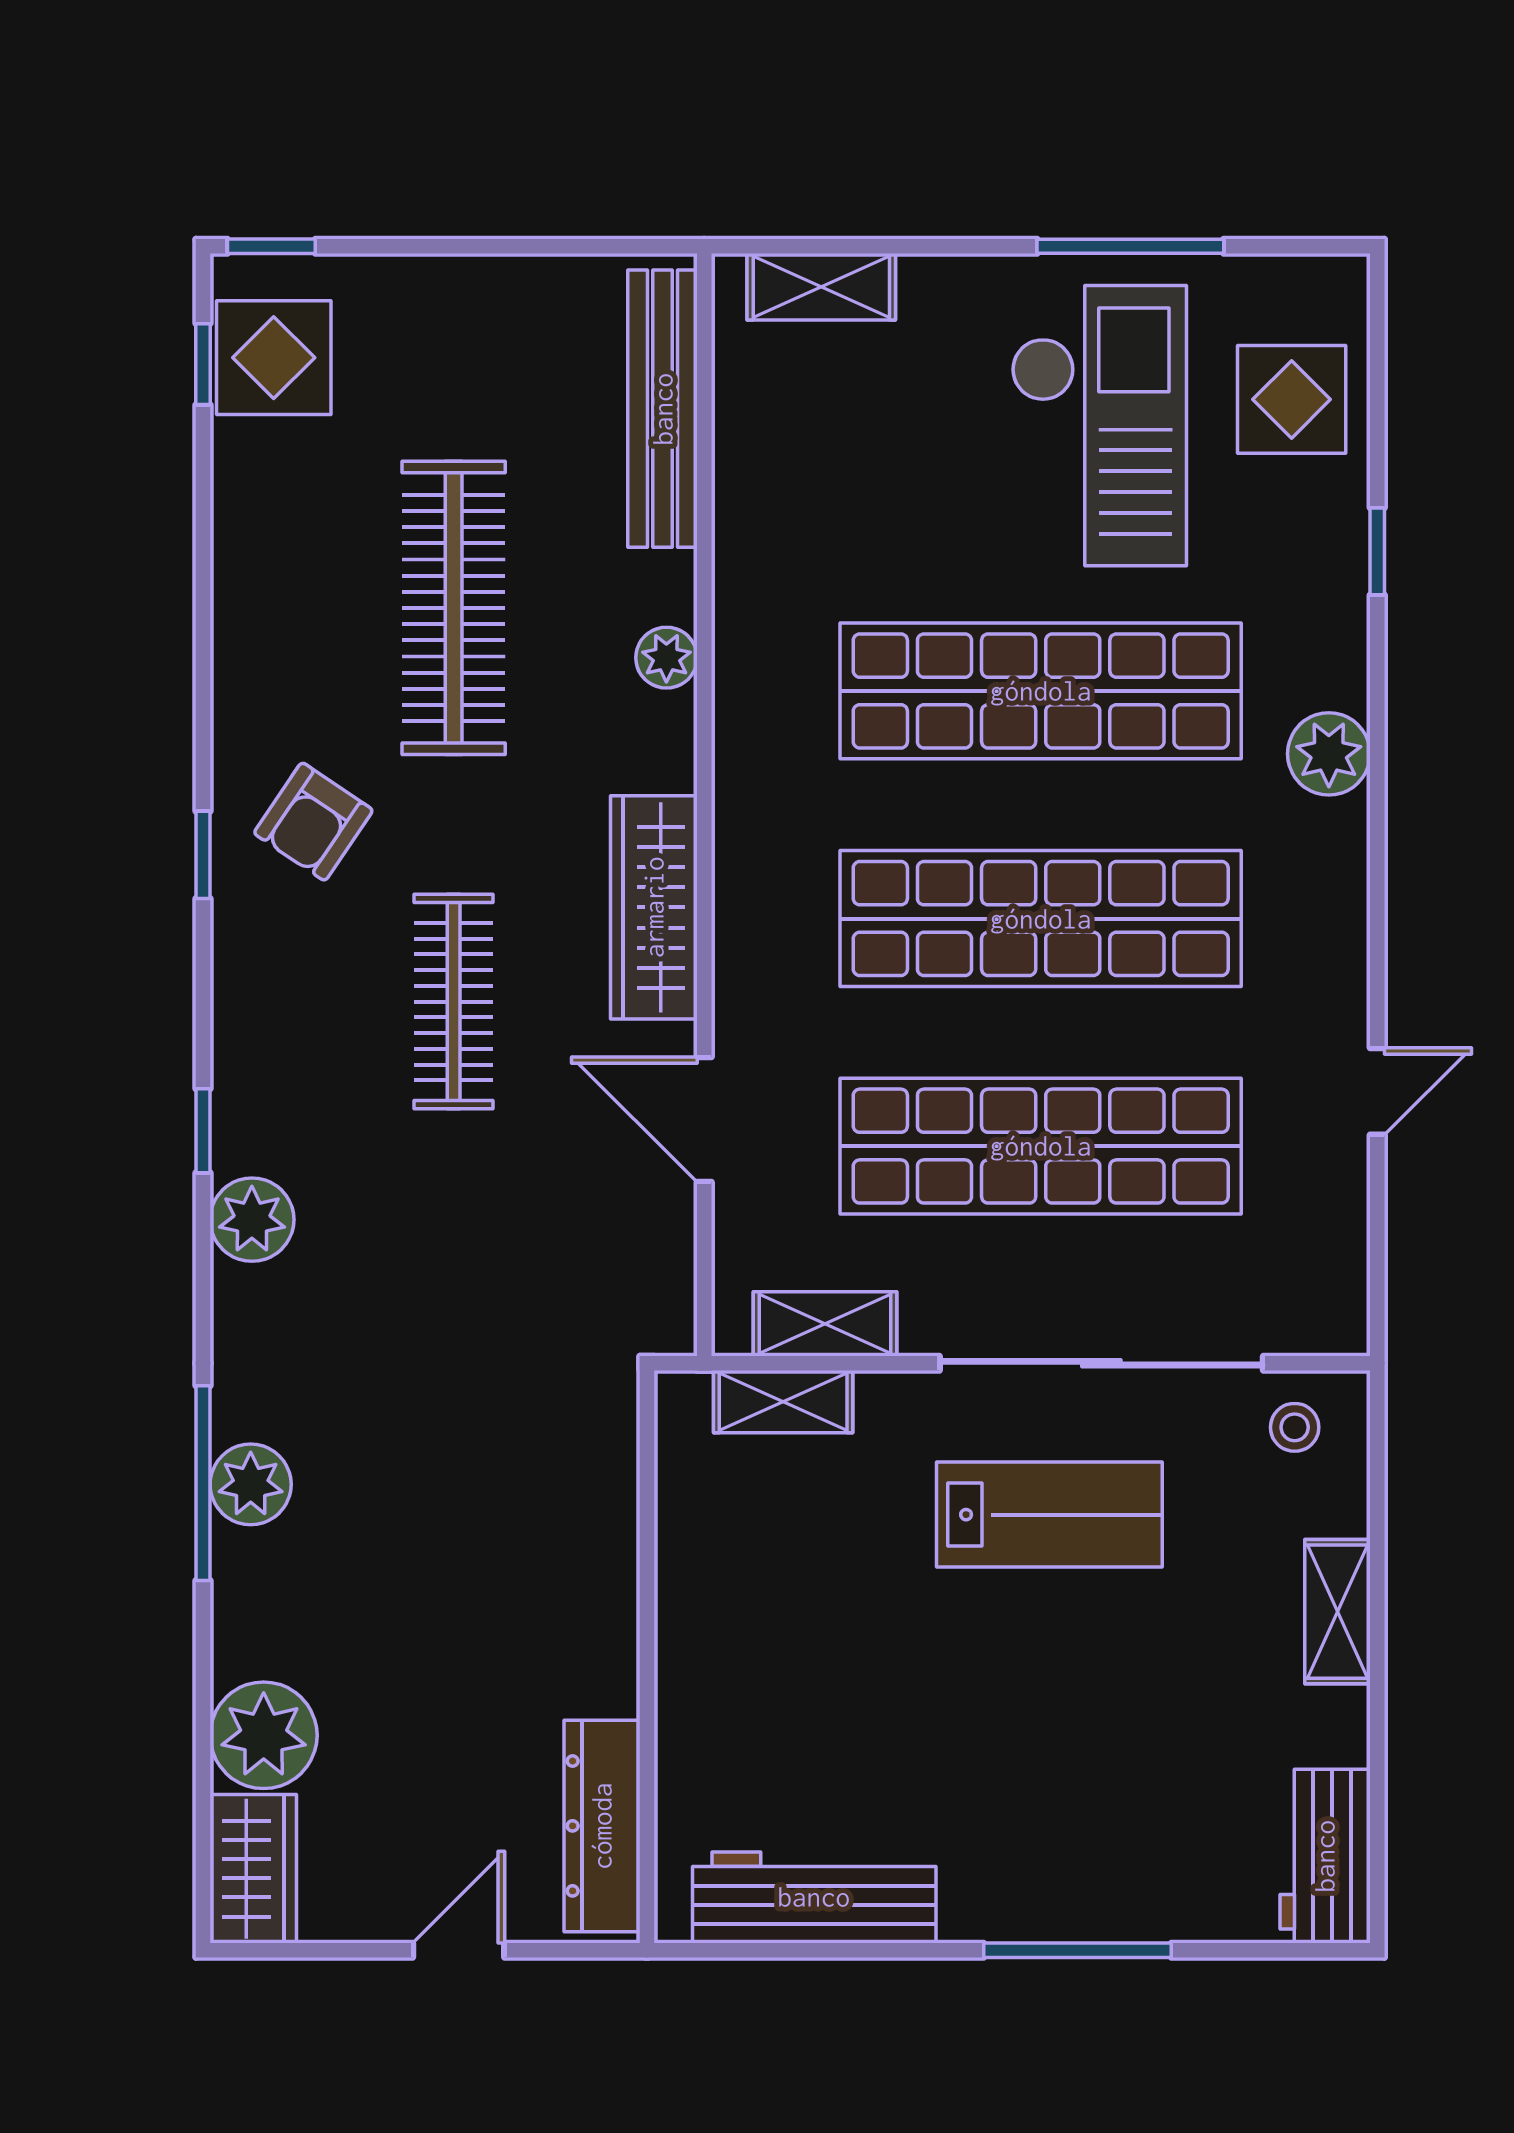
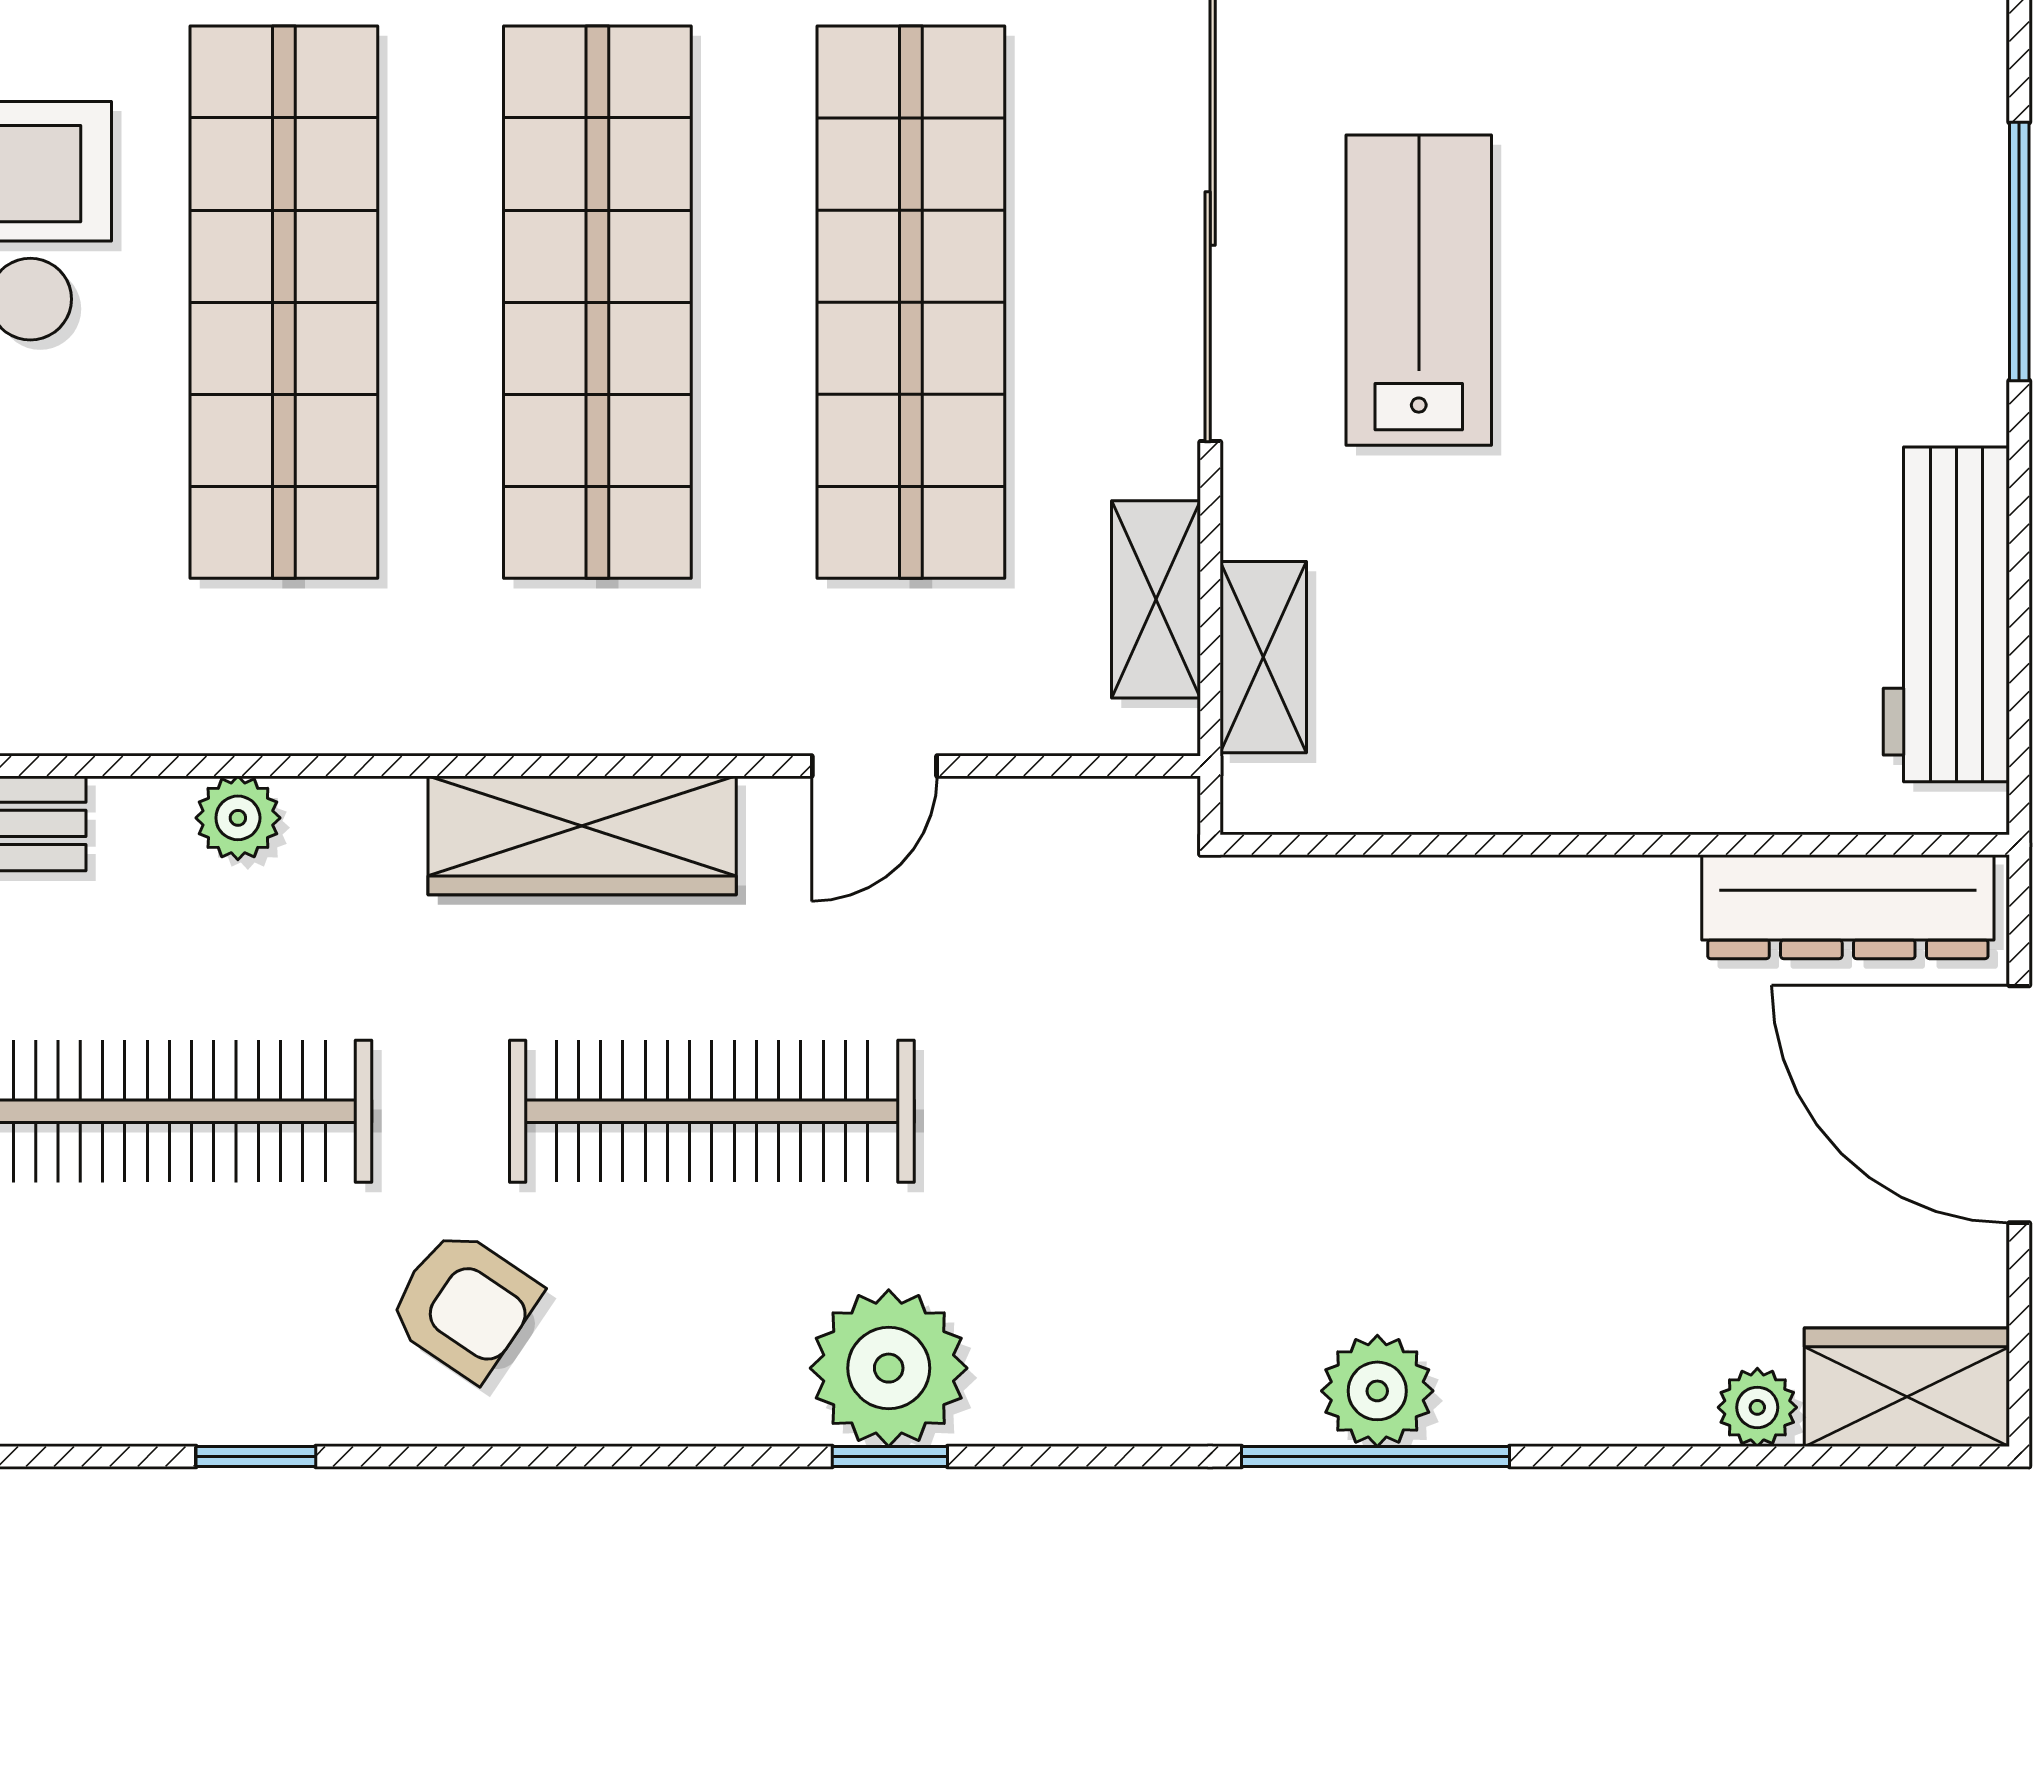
window: (203, 855) -> (256, 1457), moved
clothes rail: (454, 1002) -> (712, 1111), width x1.37, depth x1.31
door: (704, 1119) -> (874, 766), width x0.73
plant: (252, 1220) -> (889, 1368), moved, width x1.36, depth x1.36
plant: (264, 1735) -> (1757, 1407), width x0.53, depth x0.53
door: (459, 1950) -> (2019, 1104), width x1.87

